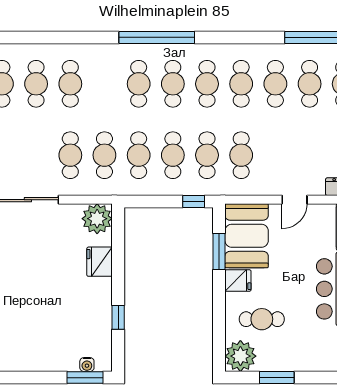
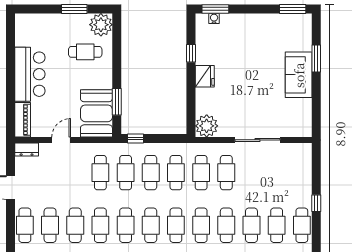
cafe table: (104, 84) -> (201, 225), added
fridge: (100, 262) -> (205, 76), moved
fridge: (238, 280) -> (103, 80), removed

